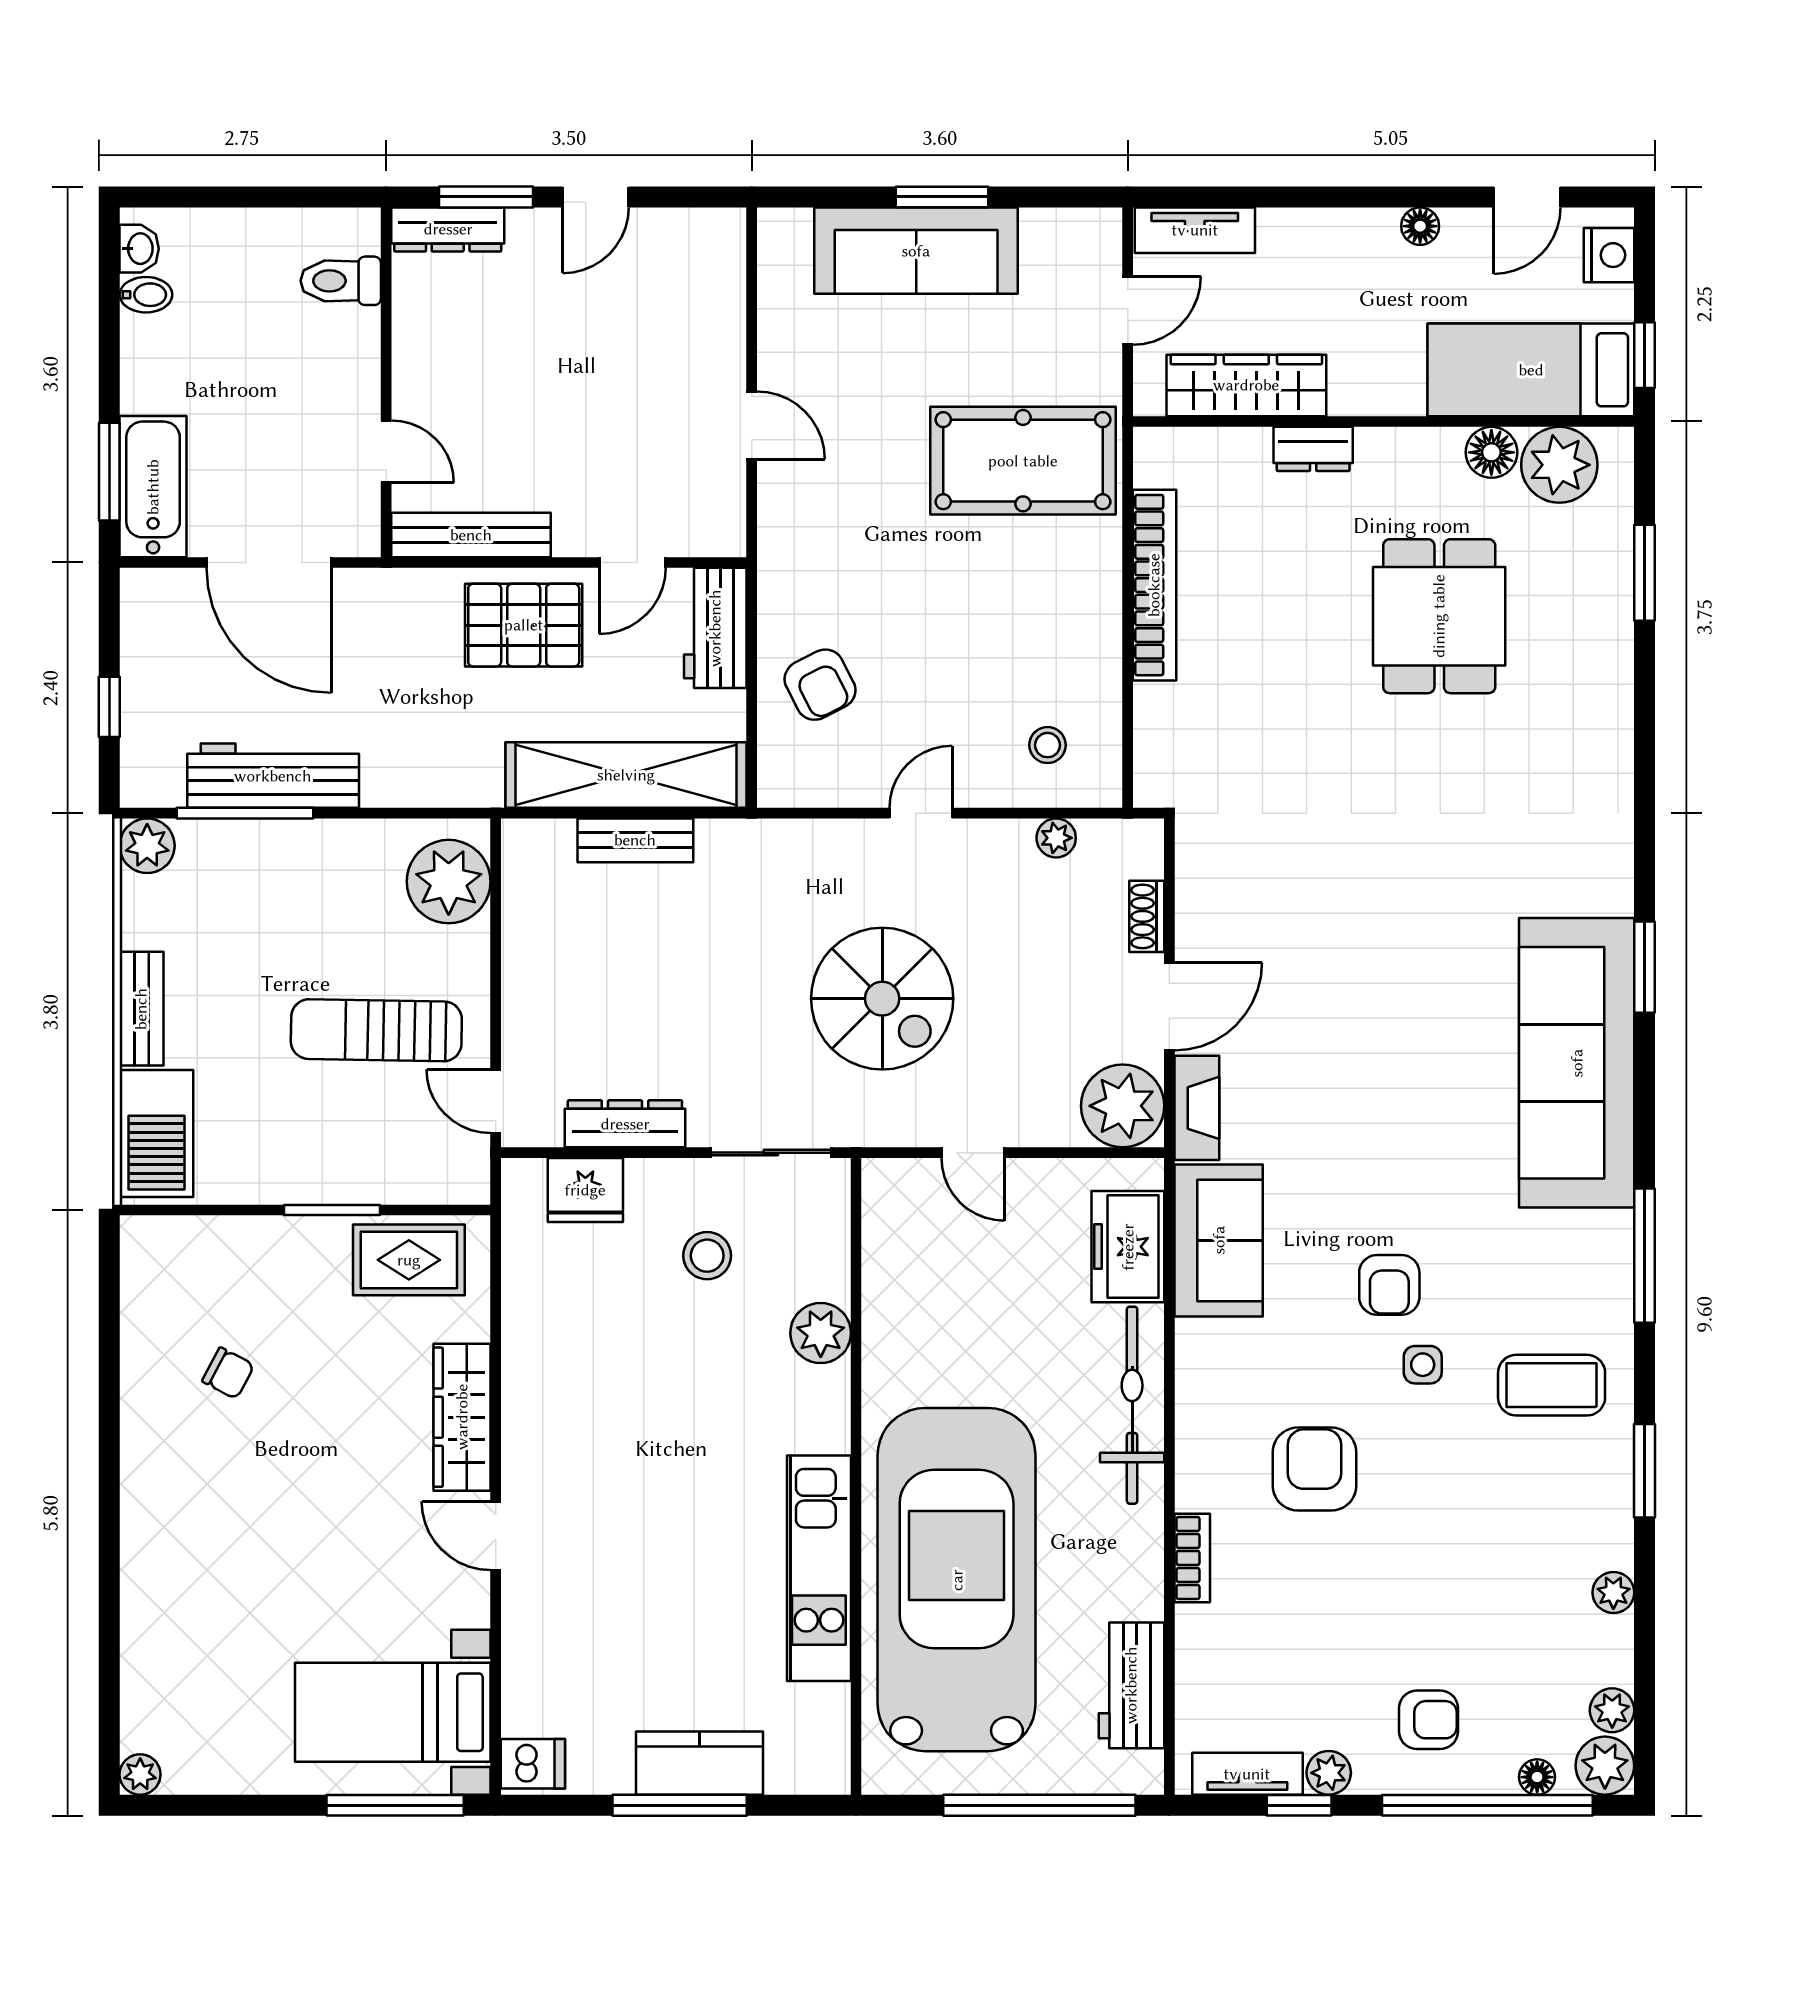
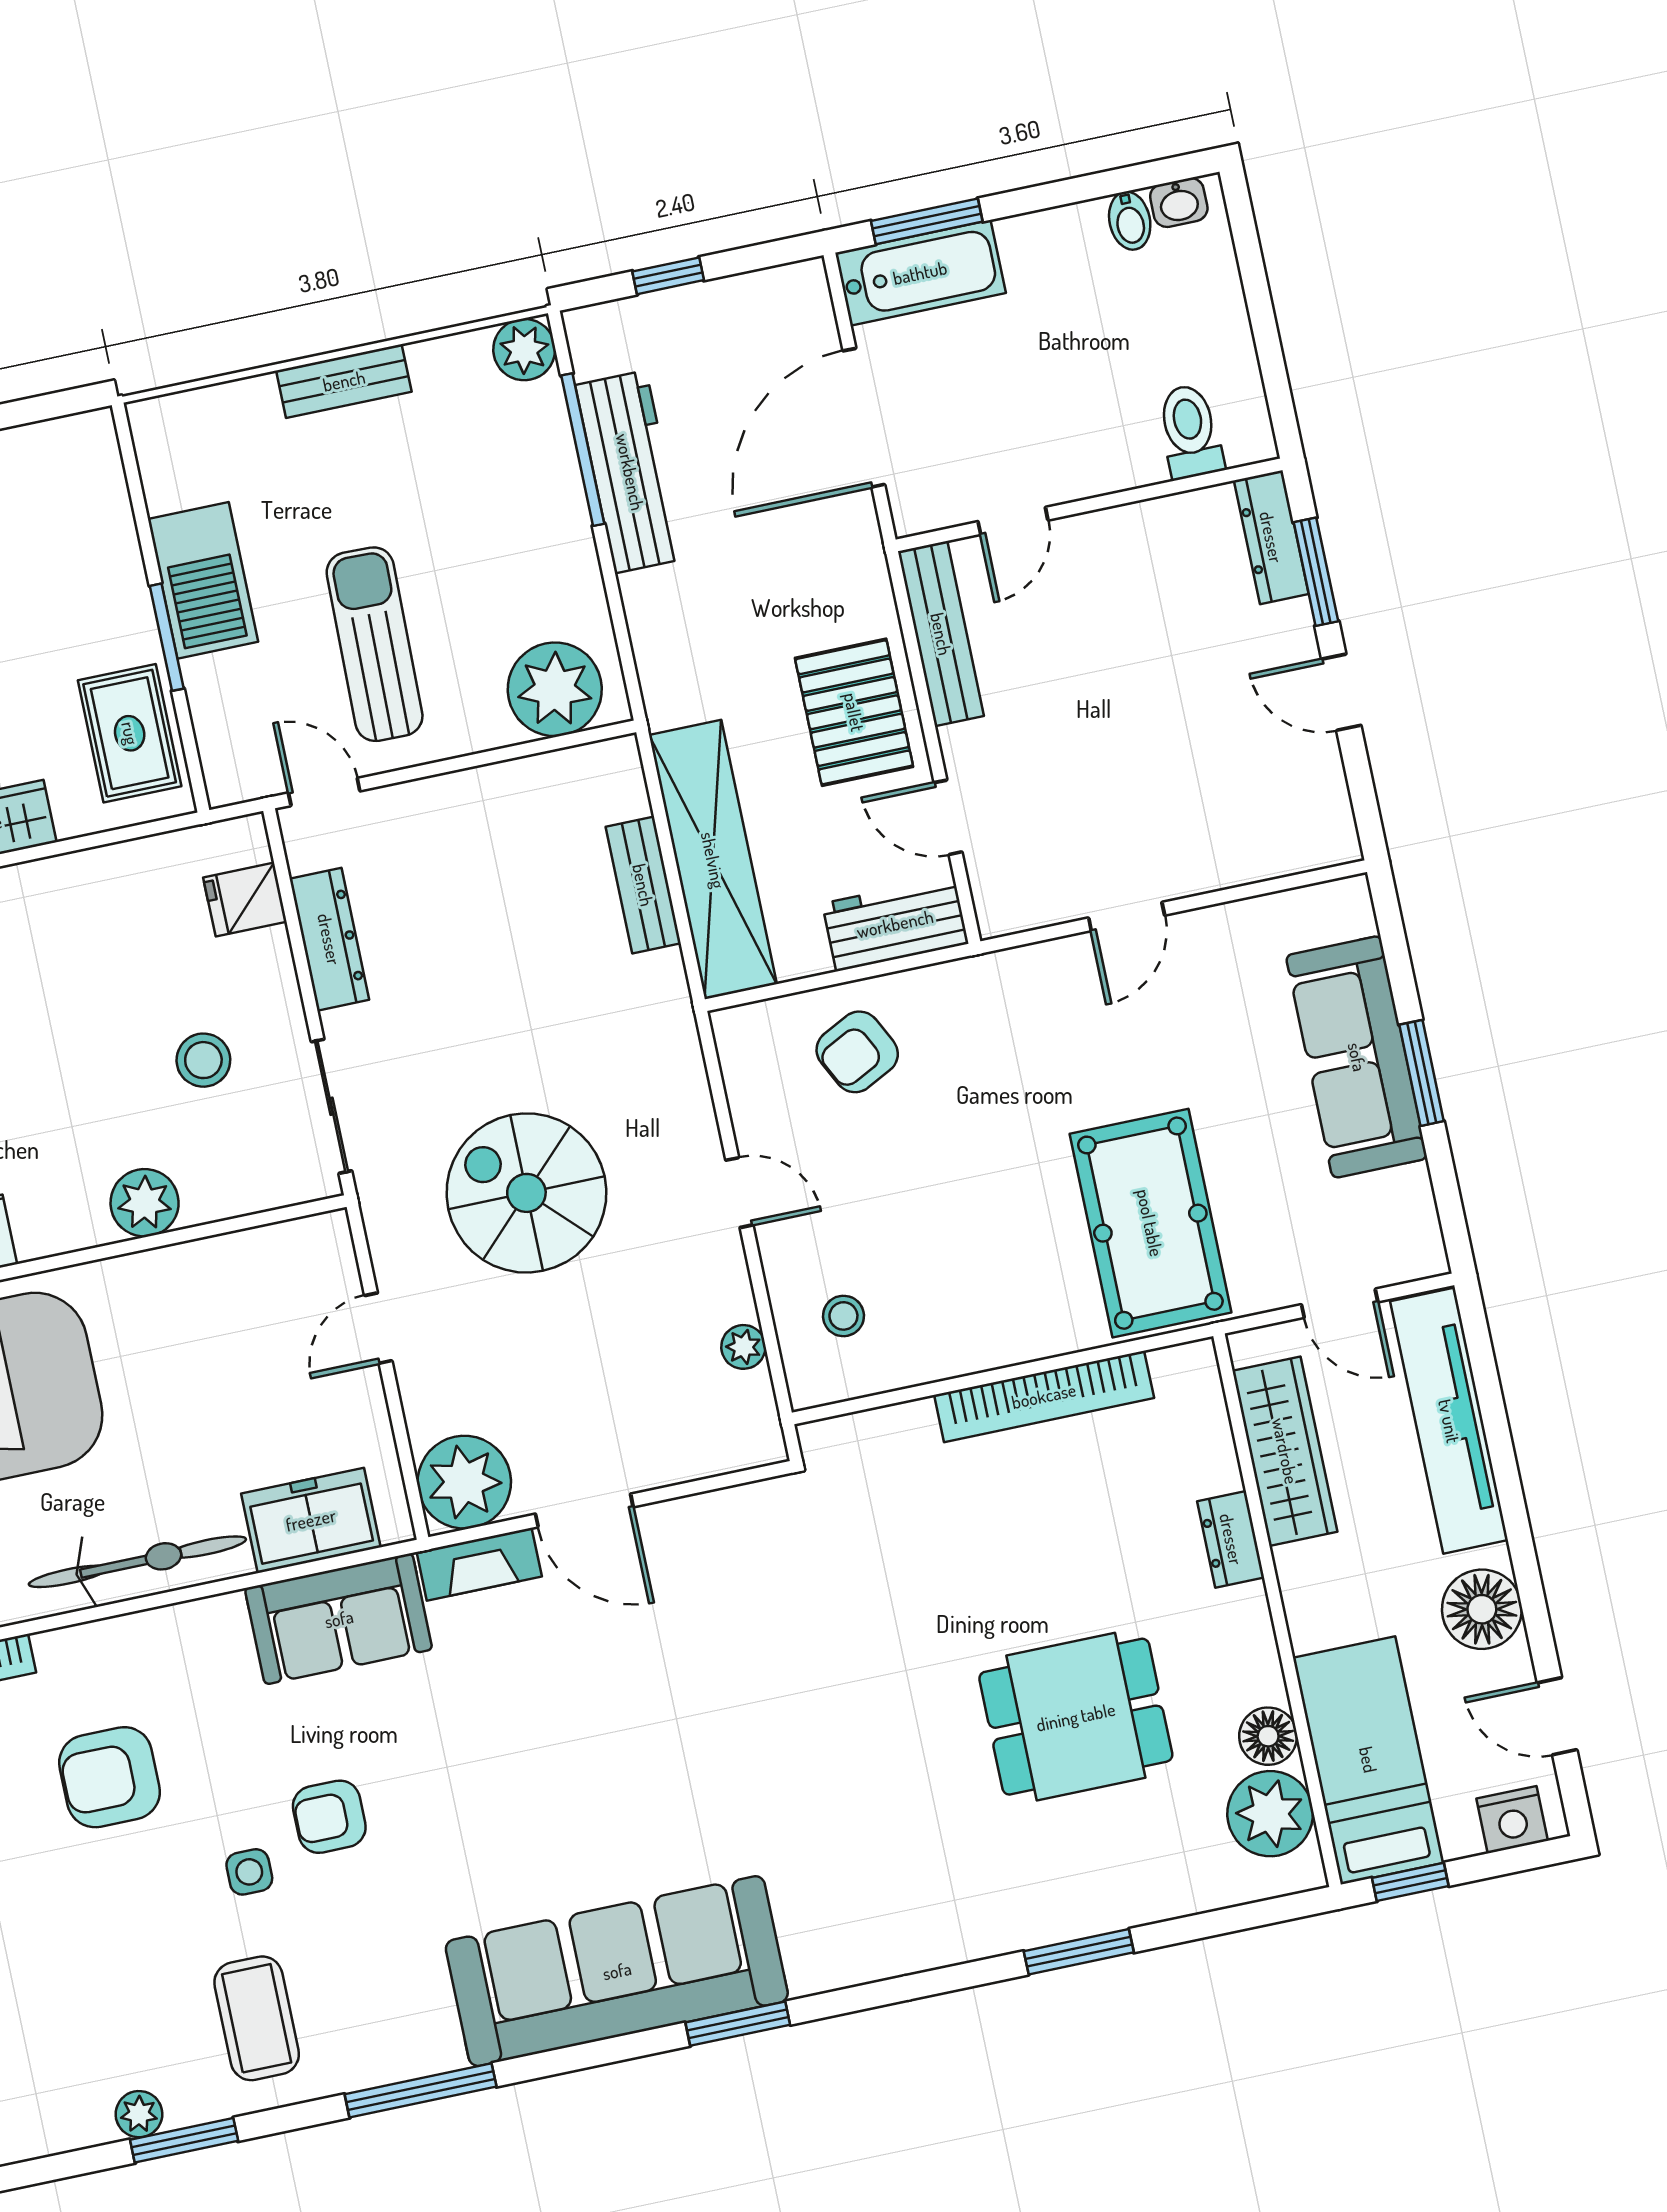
floor lamp: (1420, 226) -> (1482, 1609), width x1.89, depth x1.89
tv unit: (1195, 230) -> (1449, 1421), width x1.92, depth x1.29
window: (1645, 573) -> (1079, 1952), moved
shoe rack: (1147, 916) -> (678, 1465), removed
spiral stairs: (882, 999) -> (526, 1193), turned 90
door: (496, 1101) -> (324, 792), hinge flipped
barbecue: (156, 1134) -> (203, 580), moved, turned -90
fridge: (585, 1190) -> (245, 900), width x0.72
armchair: (1315, 1469) -> (110, 1777), turned 180
plant: (1613, 1593) -> (139, 2114), moved

